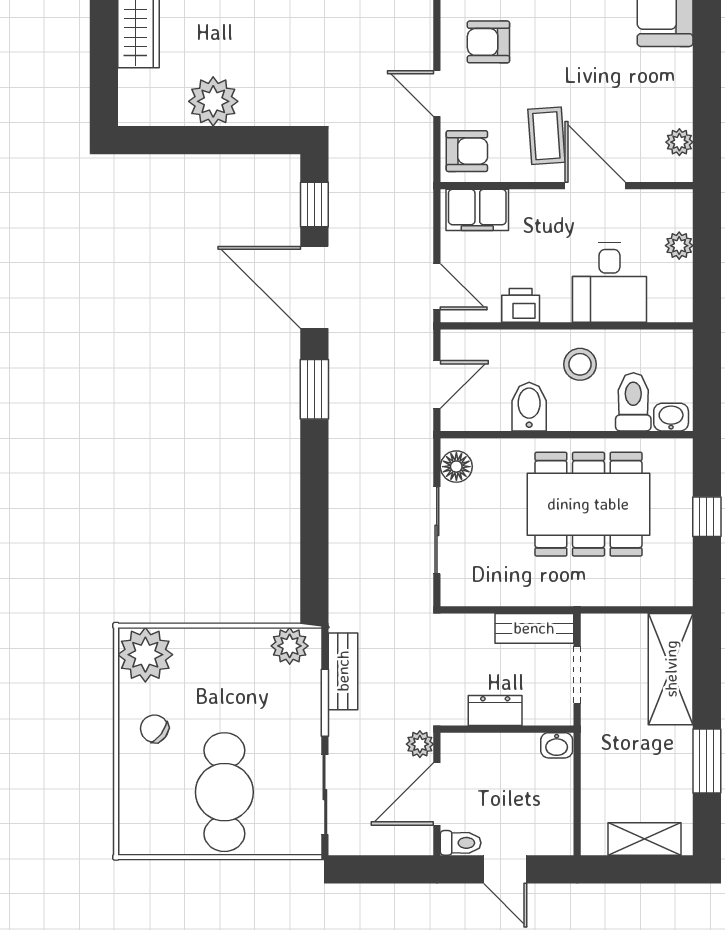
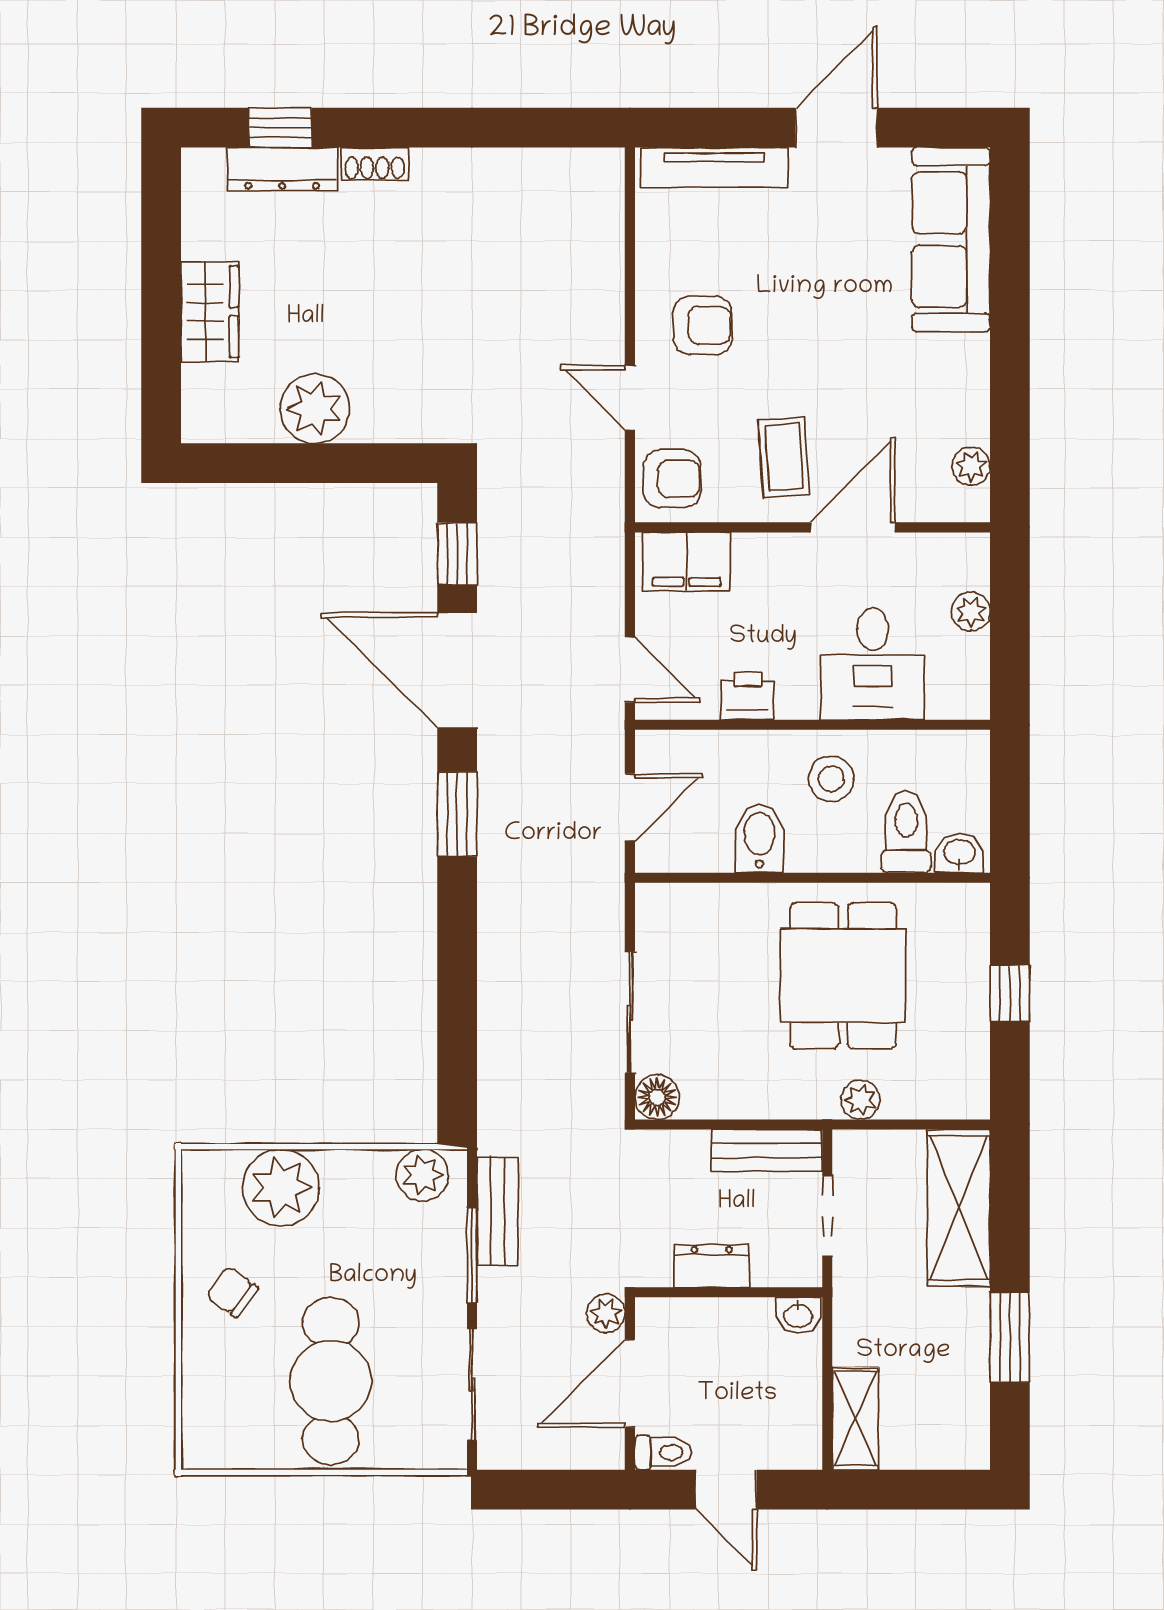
armchair: (488, 42) -> (702, 325), turned 180
door: (595, 186) -> (853, 527), hinge flipped
floor lamp: (456, 467) -> (657, 1097), moved
dining table: (588, 504) -> (843, 976), width x0.73
plant: (601, 592) -> (860, 1100), added
plant: (145, 655) -> (281, 1188), moved
shelving: (645, 839) -> (855, 1419), moved, turned 90

